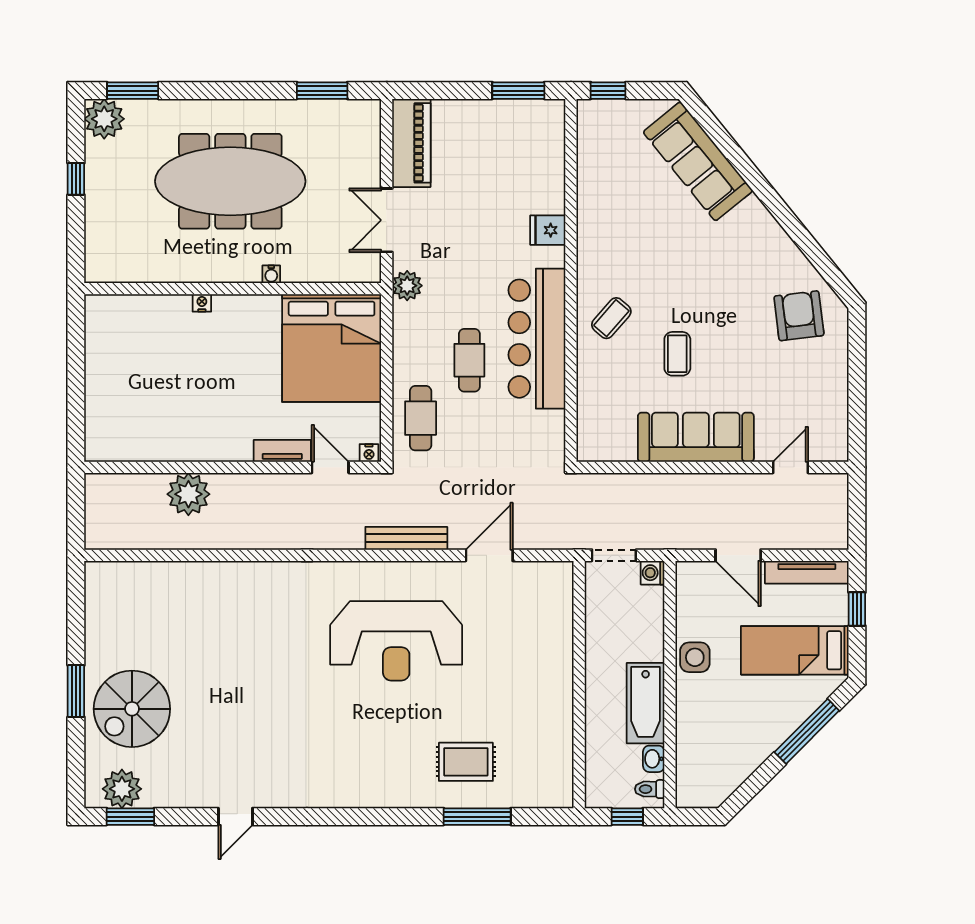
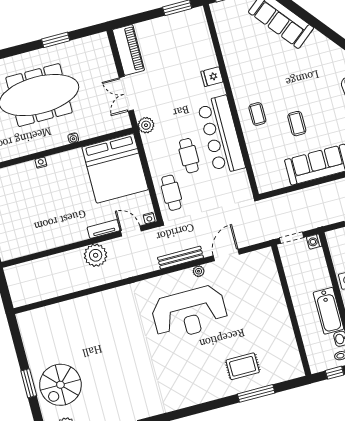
window: (322, 91) -> (56, 40), moved
coffee table: (611, 318) -> (257, 114), turned -41
plant: (188, 494) -> (96, 255), moved
plant: (432, 571) -> (199, 271), added

